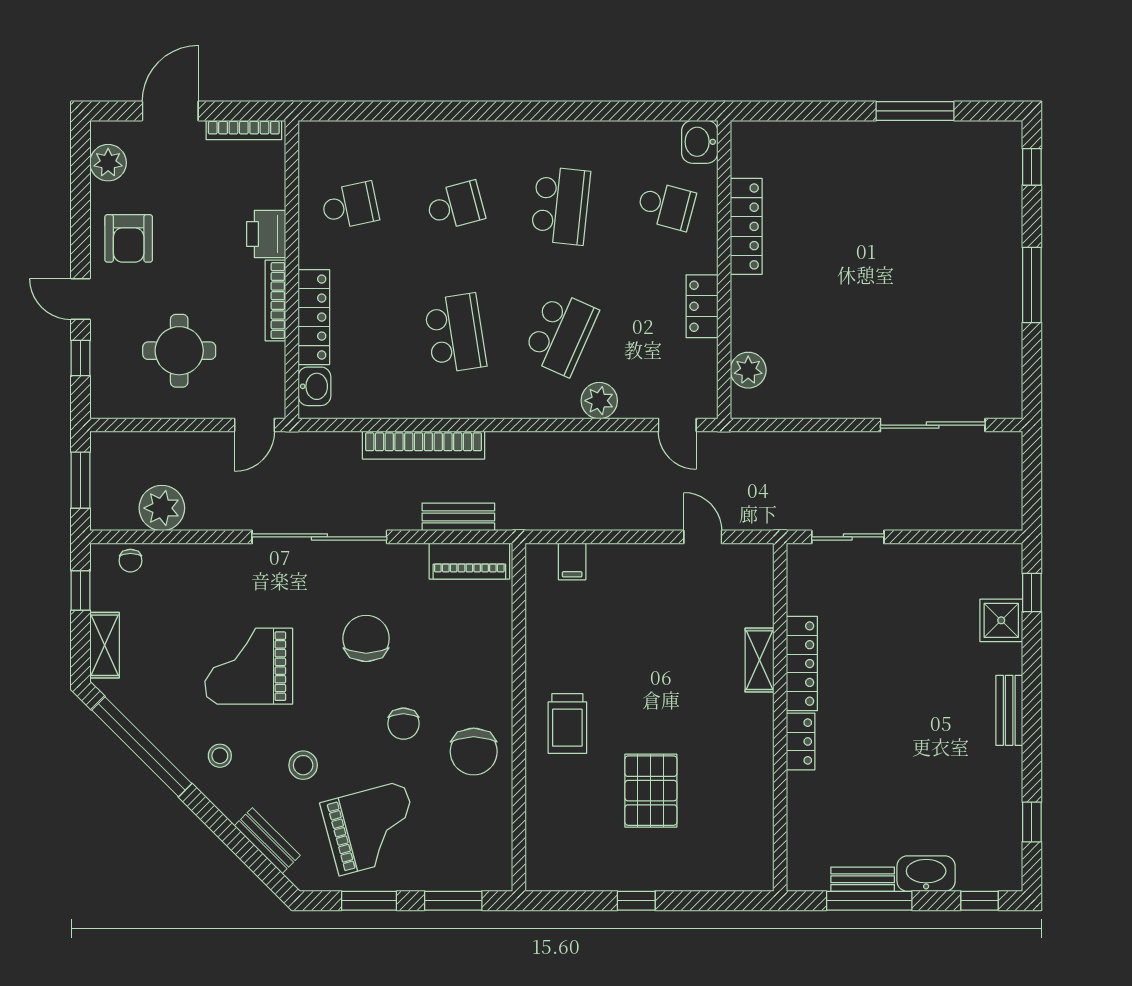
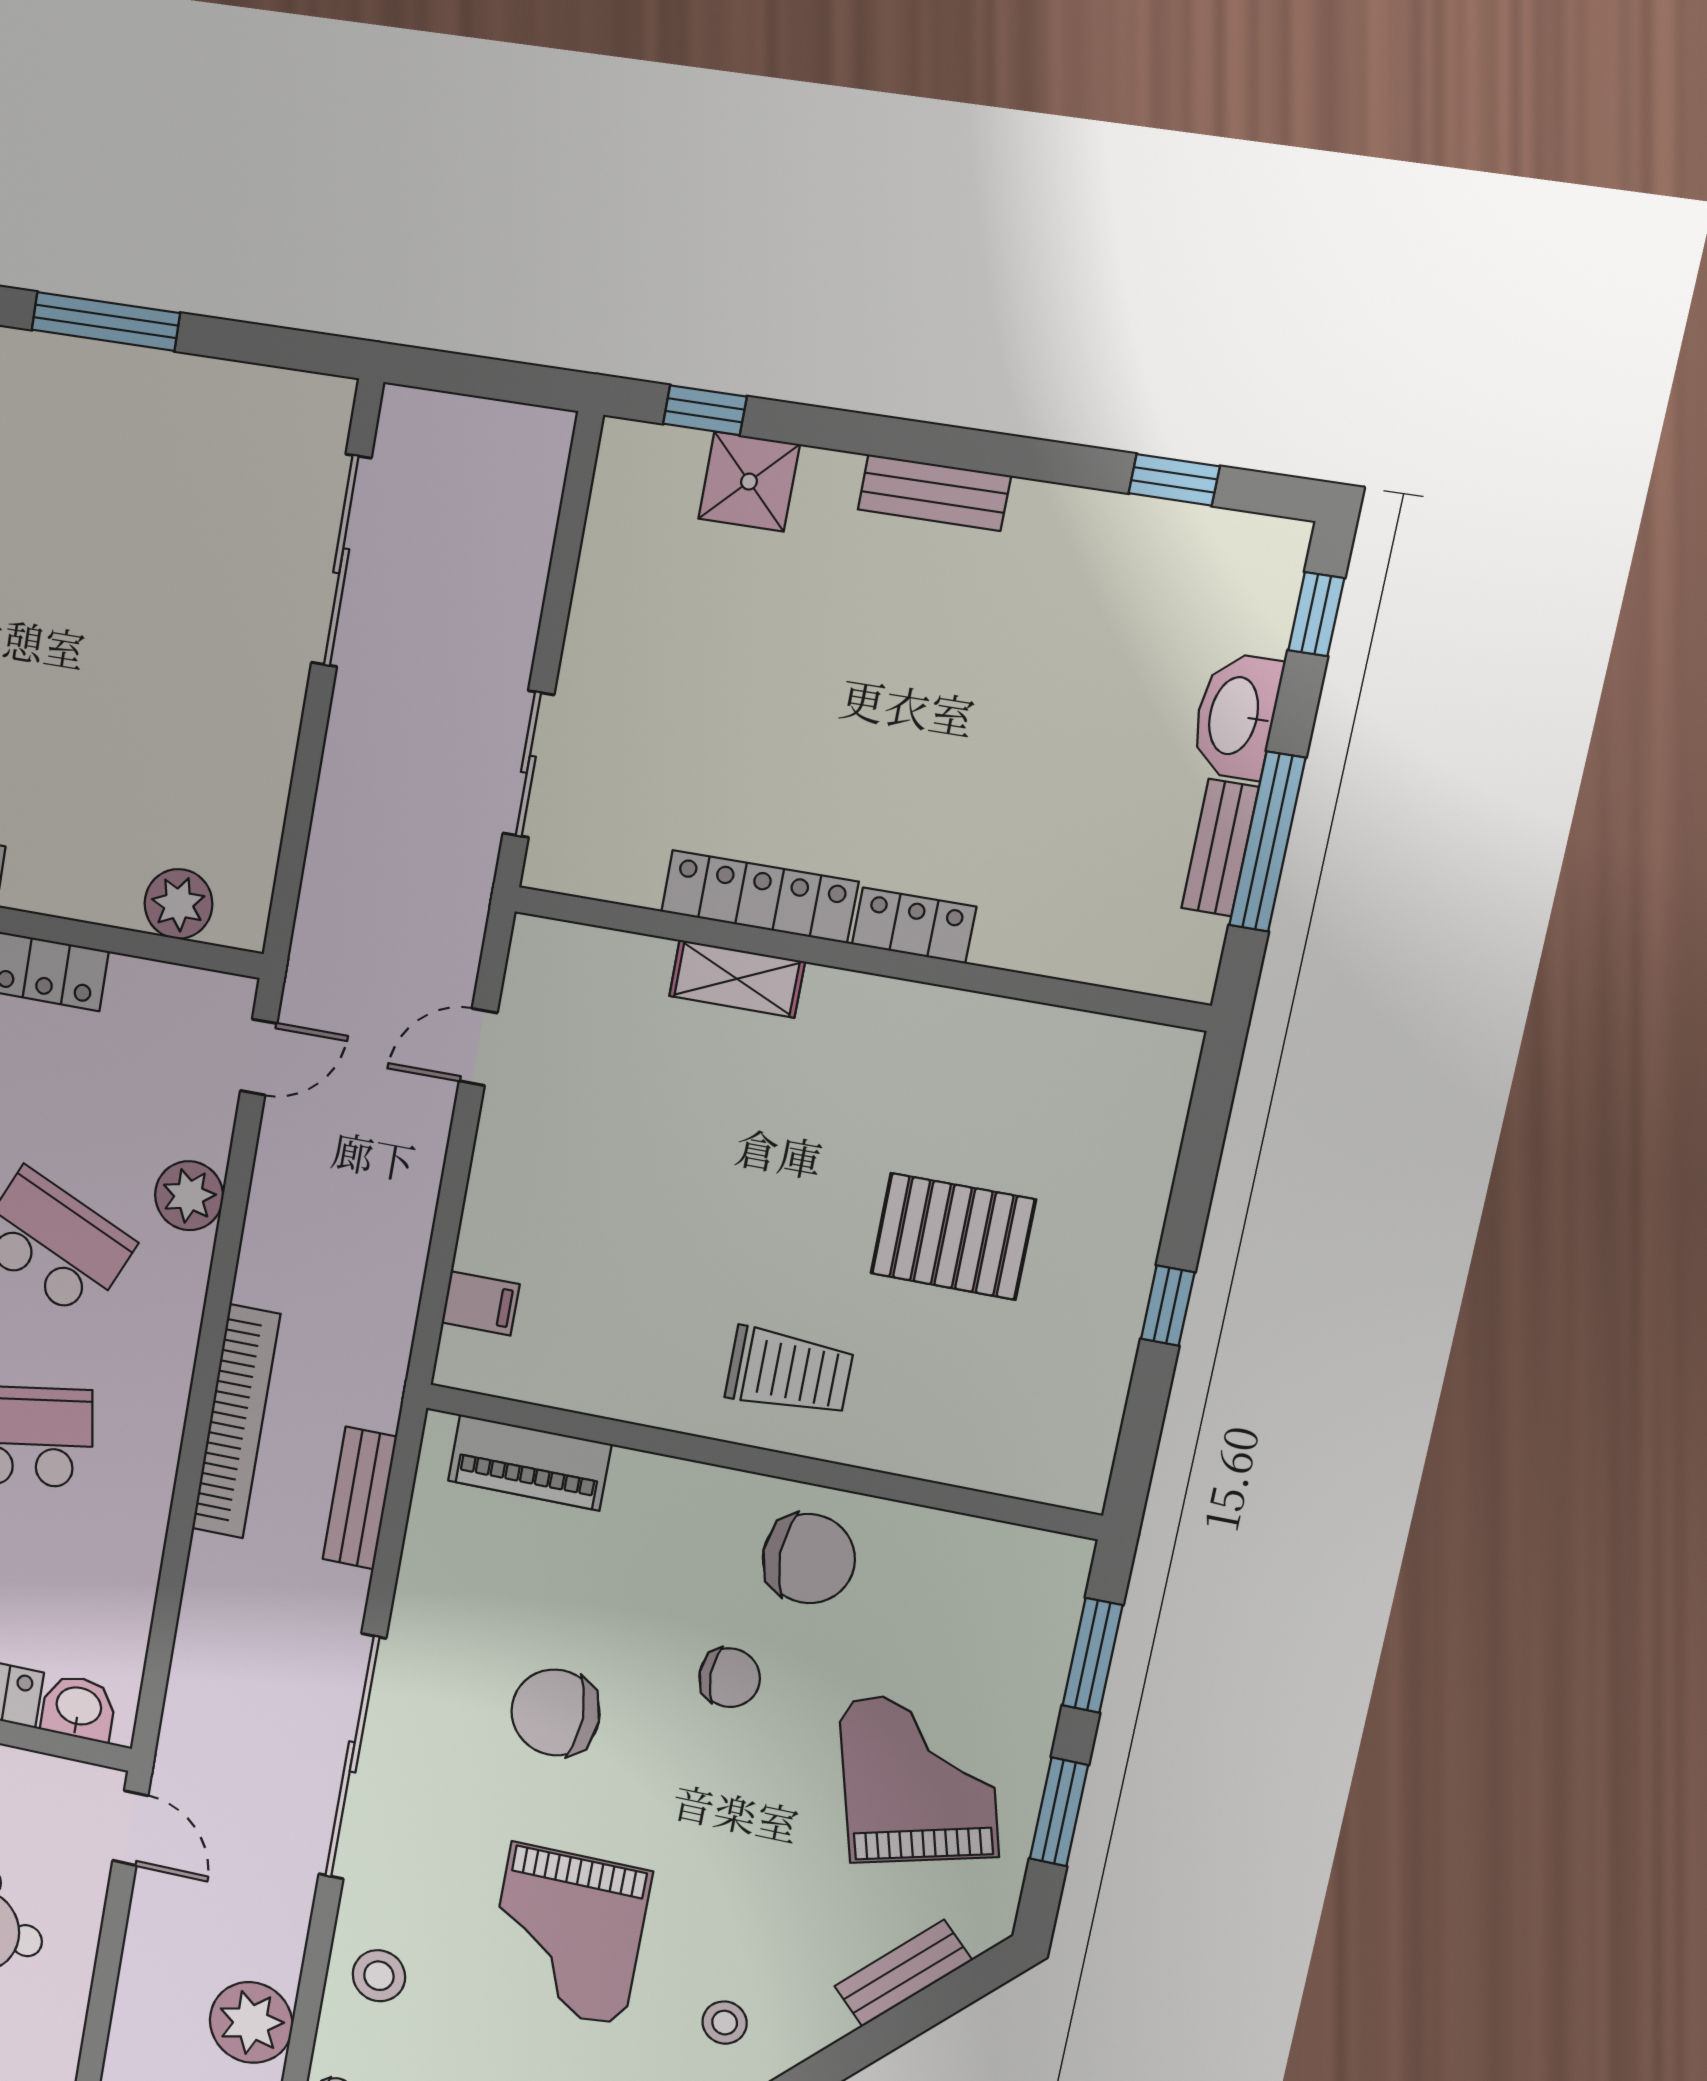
bookcase: (423, 445) -> (236, 1422), moved
piano: (469, 561) -> (530, 1463), moved, turned 90
stool: (303, 765) -> (379, 1976), moved

